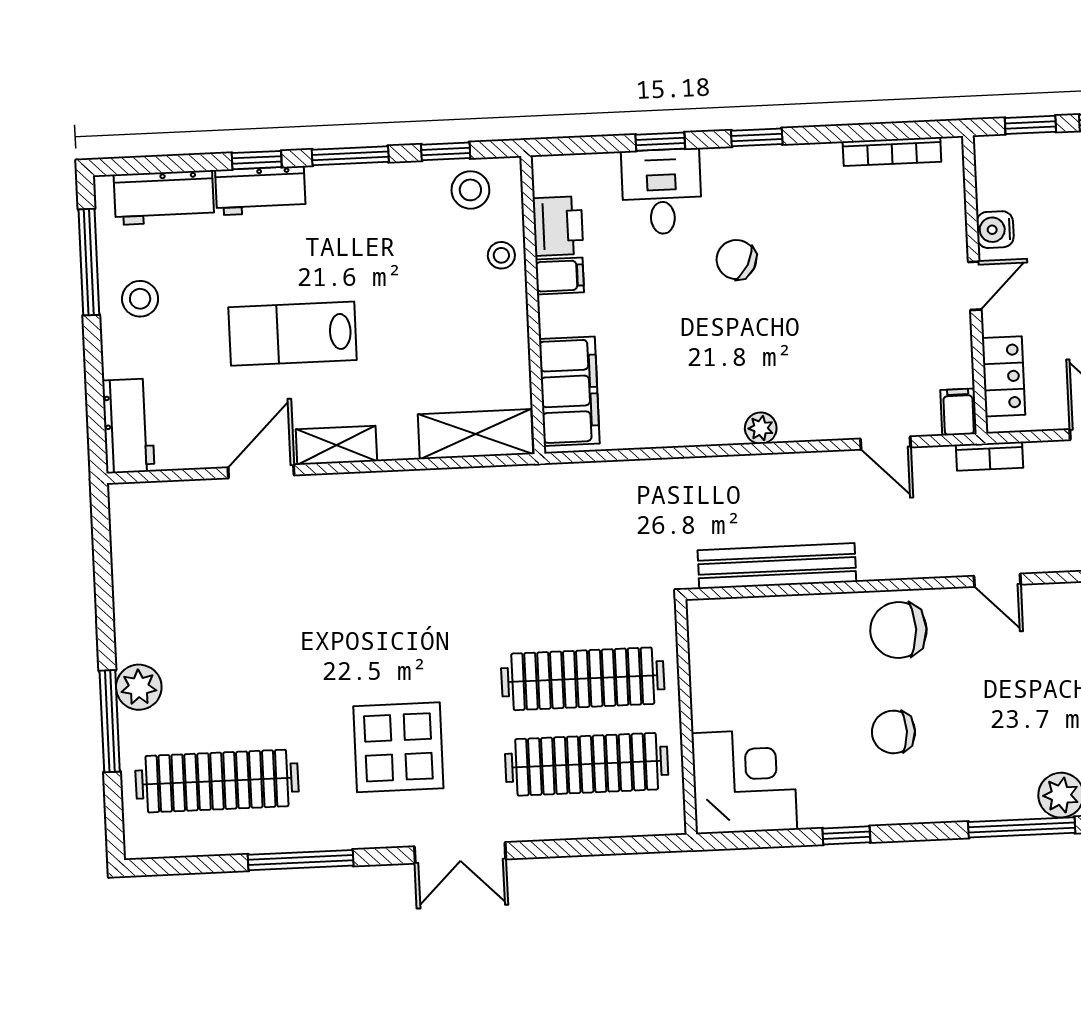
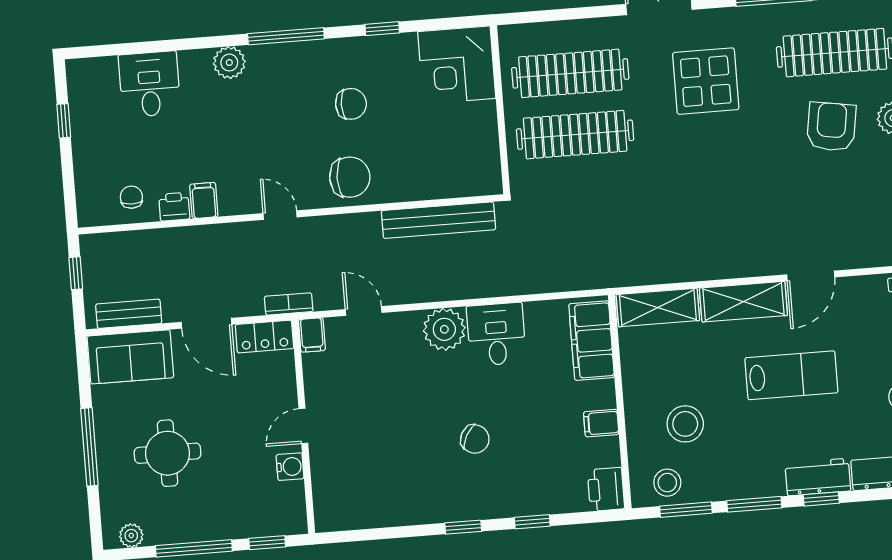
window: (446, 151) -> (686, 510), width x1.50
bookcase: (892, 152) -> (366, 520), removed
desk: (662, 192) -> (496, 334), moved, turned 180
printer: (558, 226) -> (606, 489), moved
stool: (501, 255) -> (685, 424), moved, width x1.89, depth x1.89
locker: (1003, 376) -> (264, 337), moved, turned -90
plant: (761, 428) -> (444, 329), width x1.87, depth x1.87
shelving: (336, 445) -> (743, 302), width x1.50, depth x1.33
armchair: (225, 678) -> (831, 127), added
window: (1022, 827) -> (286, 36), moved

